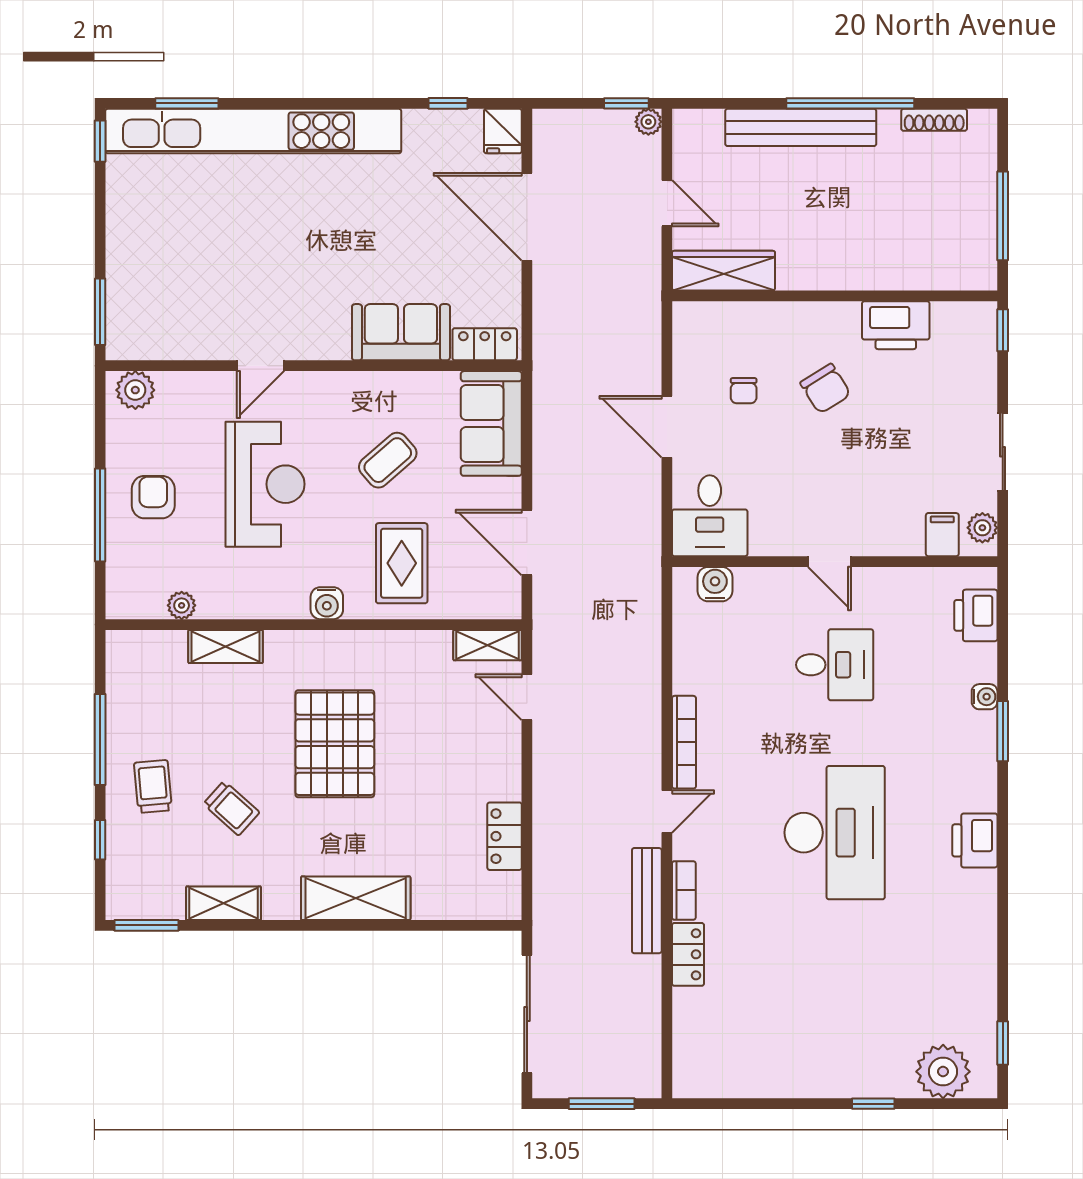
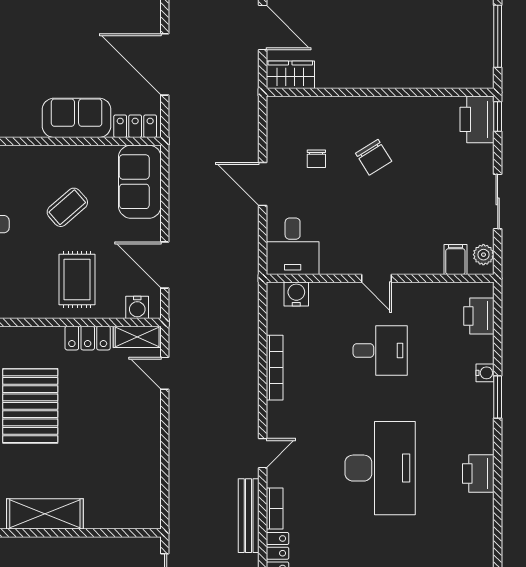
door: (667, 203) -> (263, 28), width x1.38
door: (527, 217) -> (165, 64), moved
wardrobe: (723, 271) -> (290, 75), width x0.67
printer: (896, 325) -> (477, 119), moved, turned 90
water cooler: (327, 603) -> (137, 307), moved
bookcase: (684, 742) -> (275, 368), moved
locker: (505, 836) -> (88, 338), moved, turned -90

